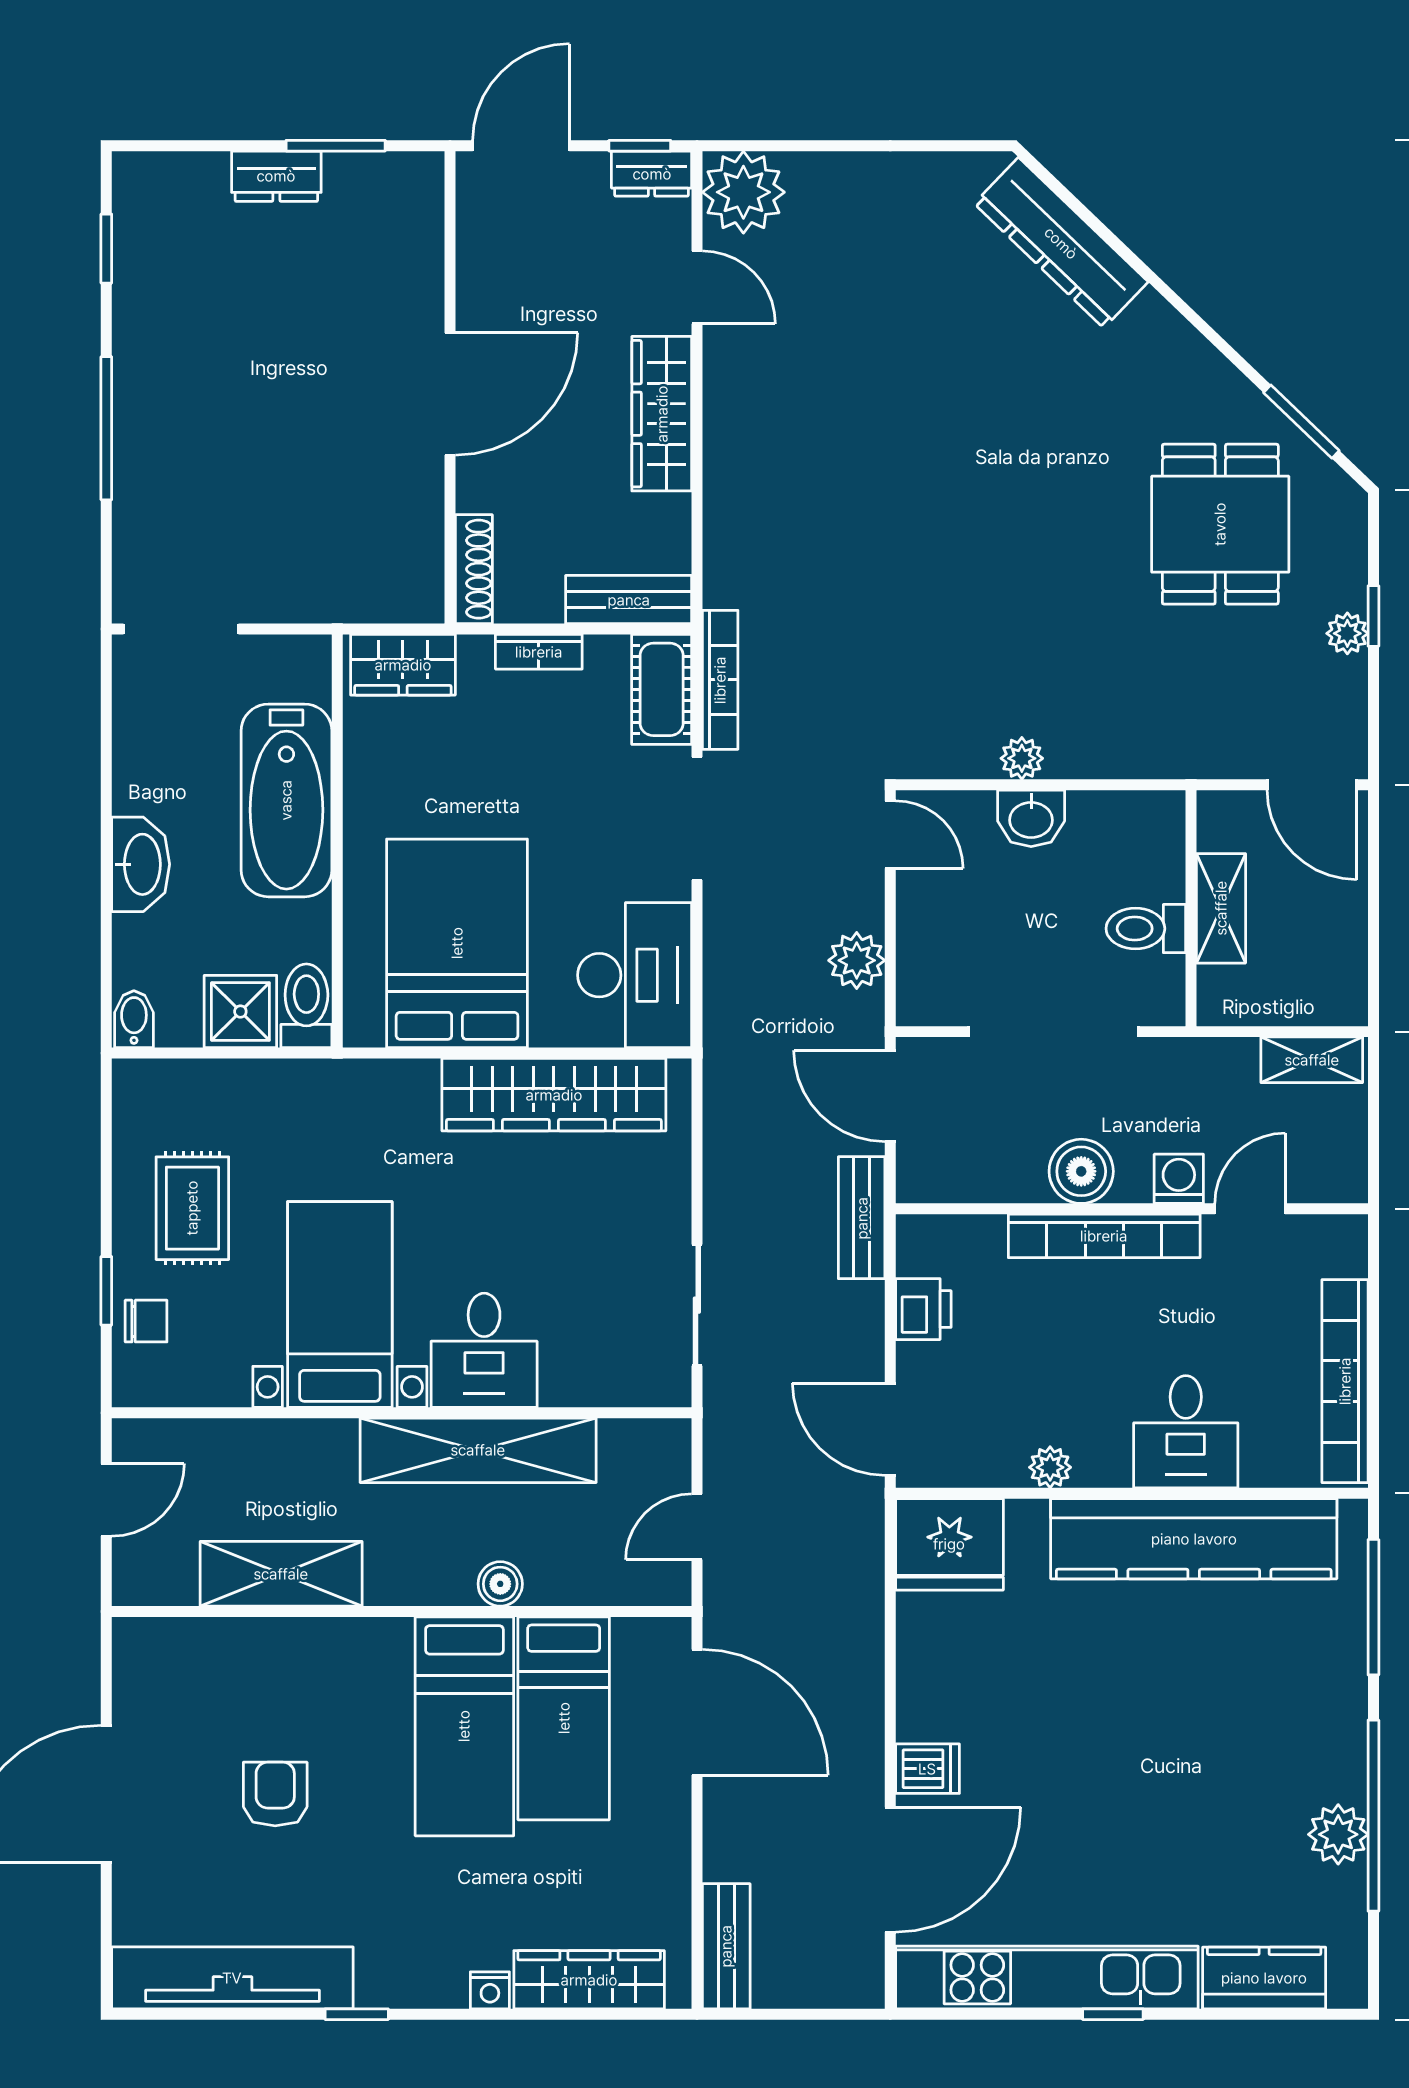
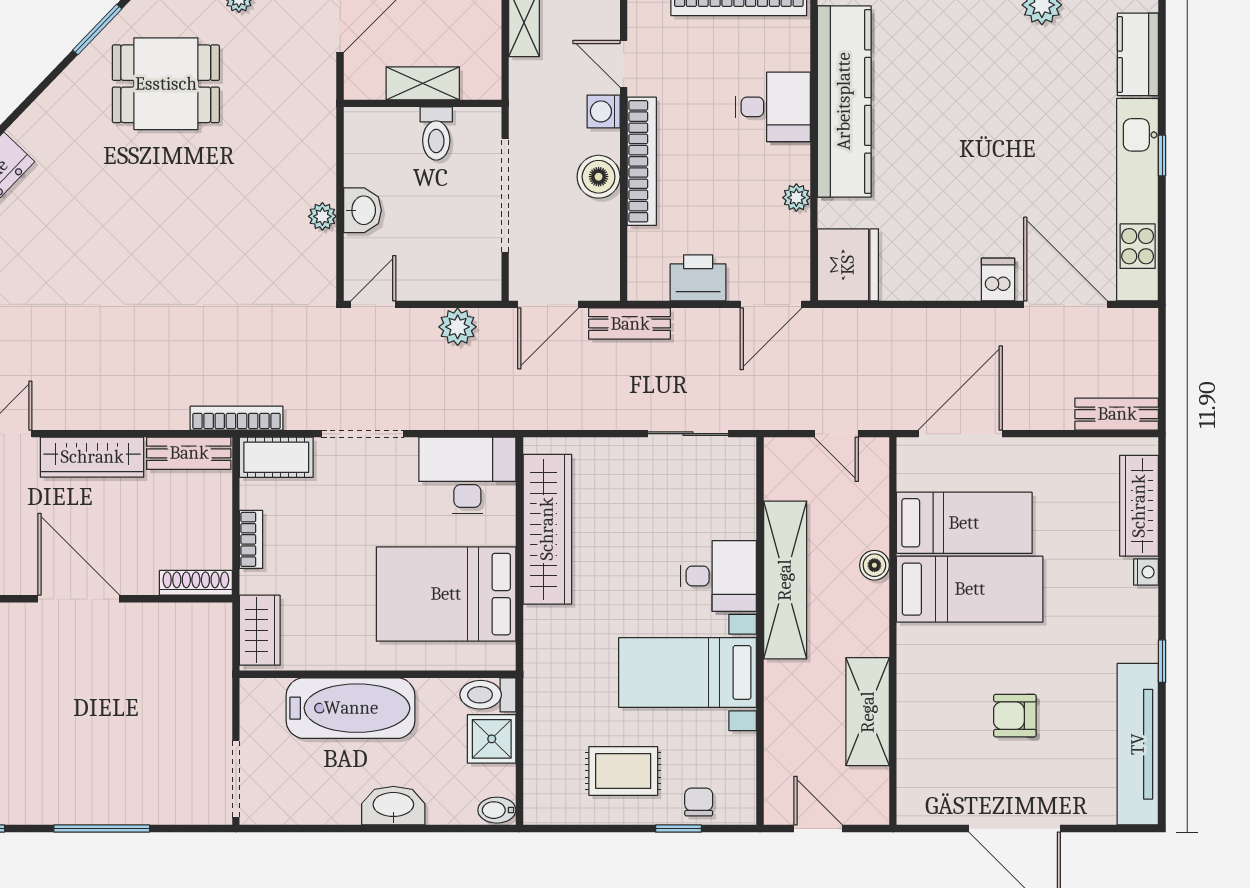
bench: (629, 600) -> (189, 453), moved, turned 90
bookcase: (720, 680) -> (237, 418), moved
printer: (923, 1309) -> (698, 278), width x1.36, depth x1.24

